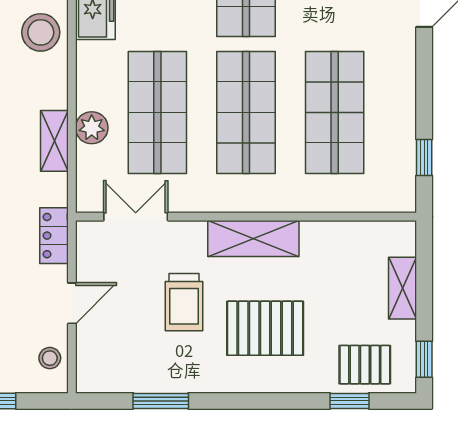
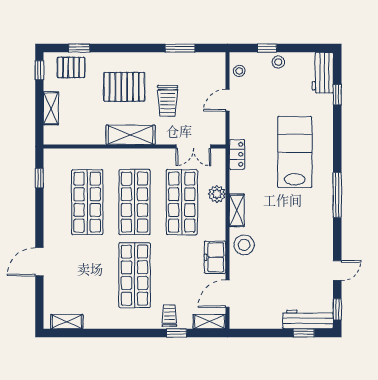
shelving: (54, 141) -> (237, 210), moved
locker: (54, 236) -> (237, 154), moved
trolley: (184, 302) -> (168, 101), turned 180

